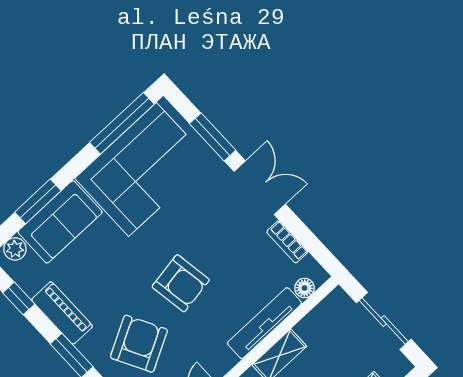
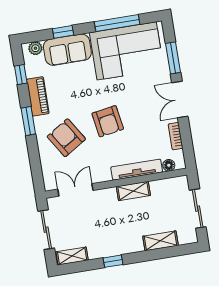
window: (122, 123) -> (117, 23), moved
double door: (260, 188) -> (180, 100), swing flipped
window: (38, 201) -> (63, 32), width x0.67
armchair: (139, 344) -> (66, 138), turned -94

